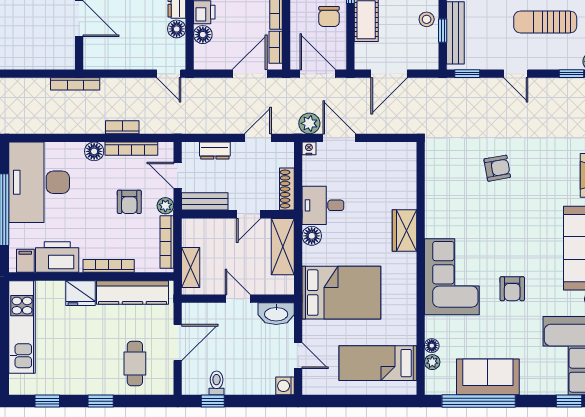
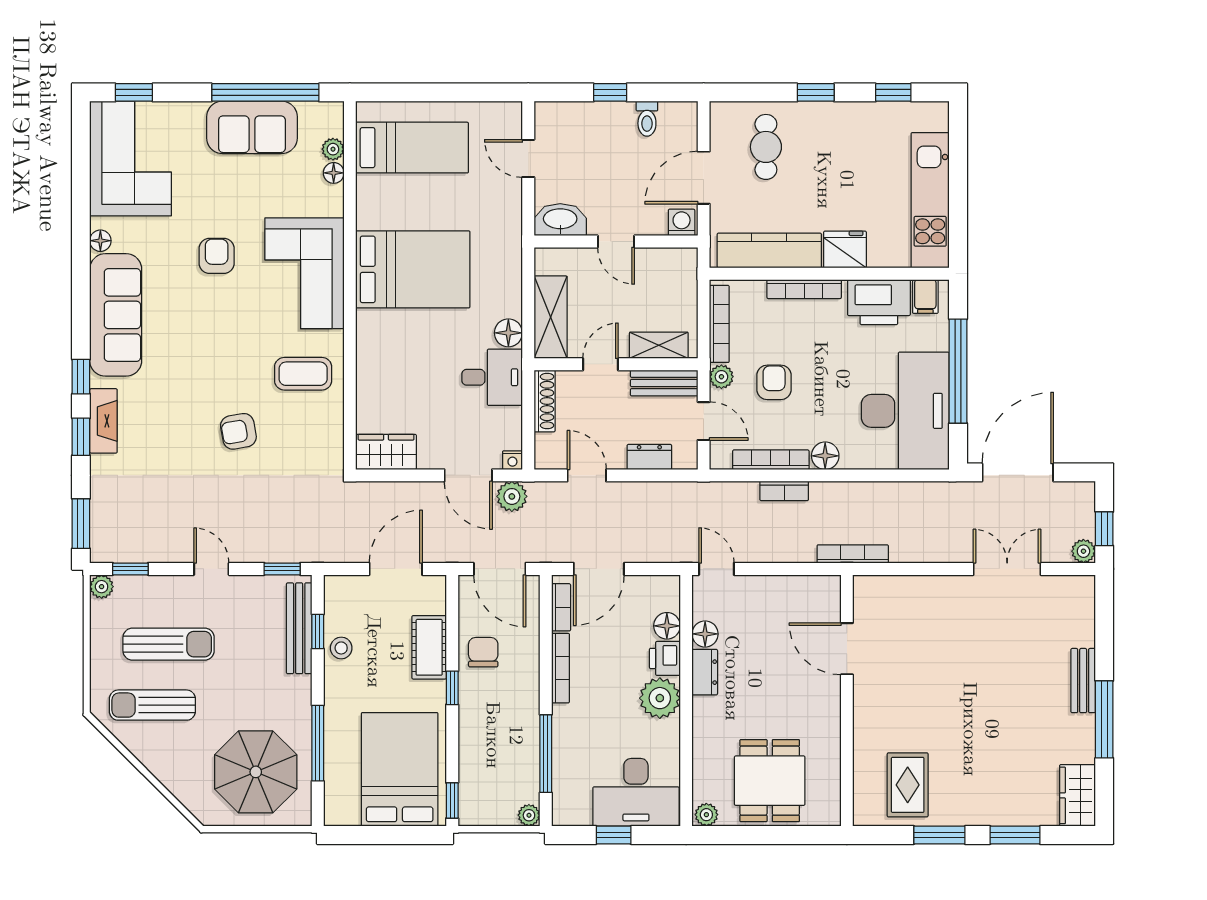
door: (258, 138) -> (587, 475), swing flipped
coffee table: (453, 208) -> (303, 374), added
wardrobe: (405, 231) -> (386, 452), moved, turned -90
shelving: (191, 268) -> (659, 345), moved, turned 90
bed: (341, 293) -> (413, 269), moved, turned 180
washing machine: (285, 386) -> (682, 222), moved, turned -90
window: (213, 401) -> (610, 92), moved

